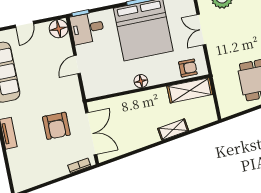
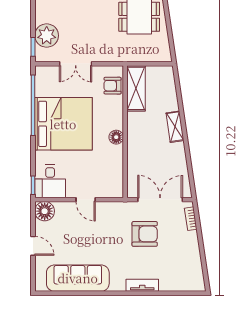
armchair: (188, 68) -> (113, 86), turned -90
shelving: (173, 129) -> (175, 127), moved

